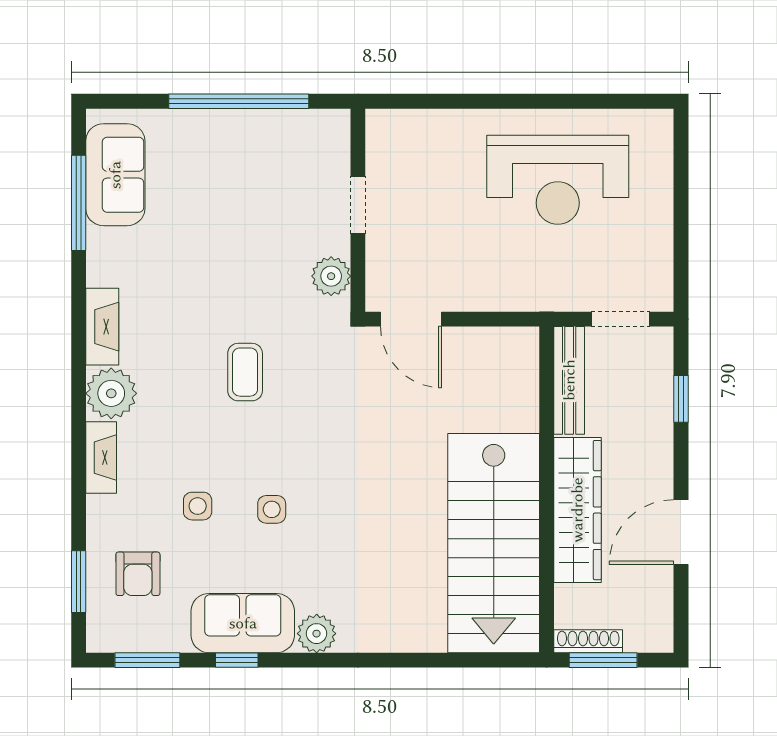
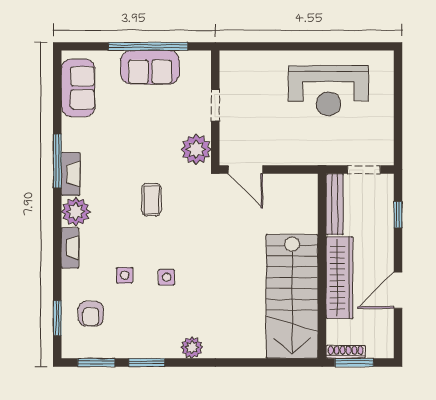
window: (79, 203) -> (57, 161), moved
plant: (331, 276) -> (196, 149), width x1.36, depth x1.36
sofa: (243, 623) -> (150, 67), moved, turned 180
window: (237, 660) -> (147, 363), width x1.50

